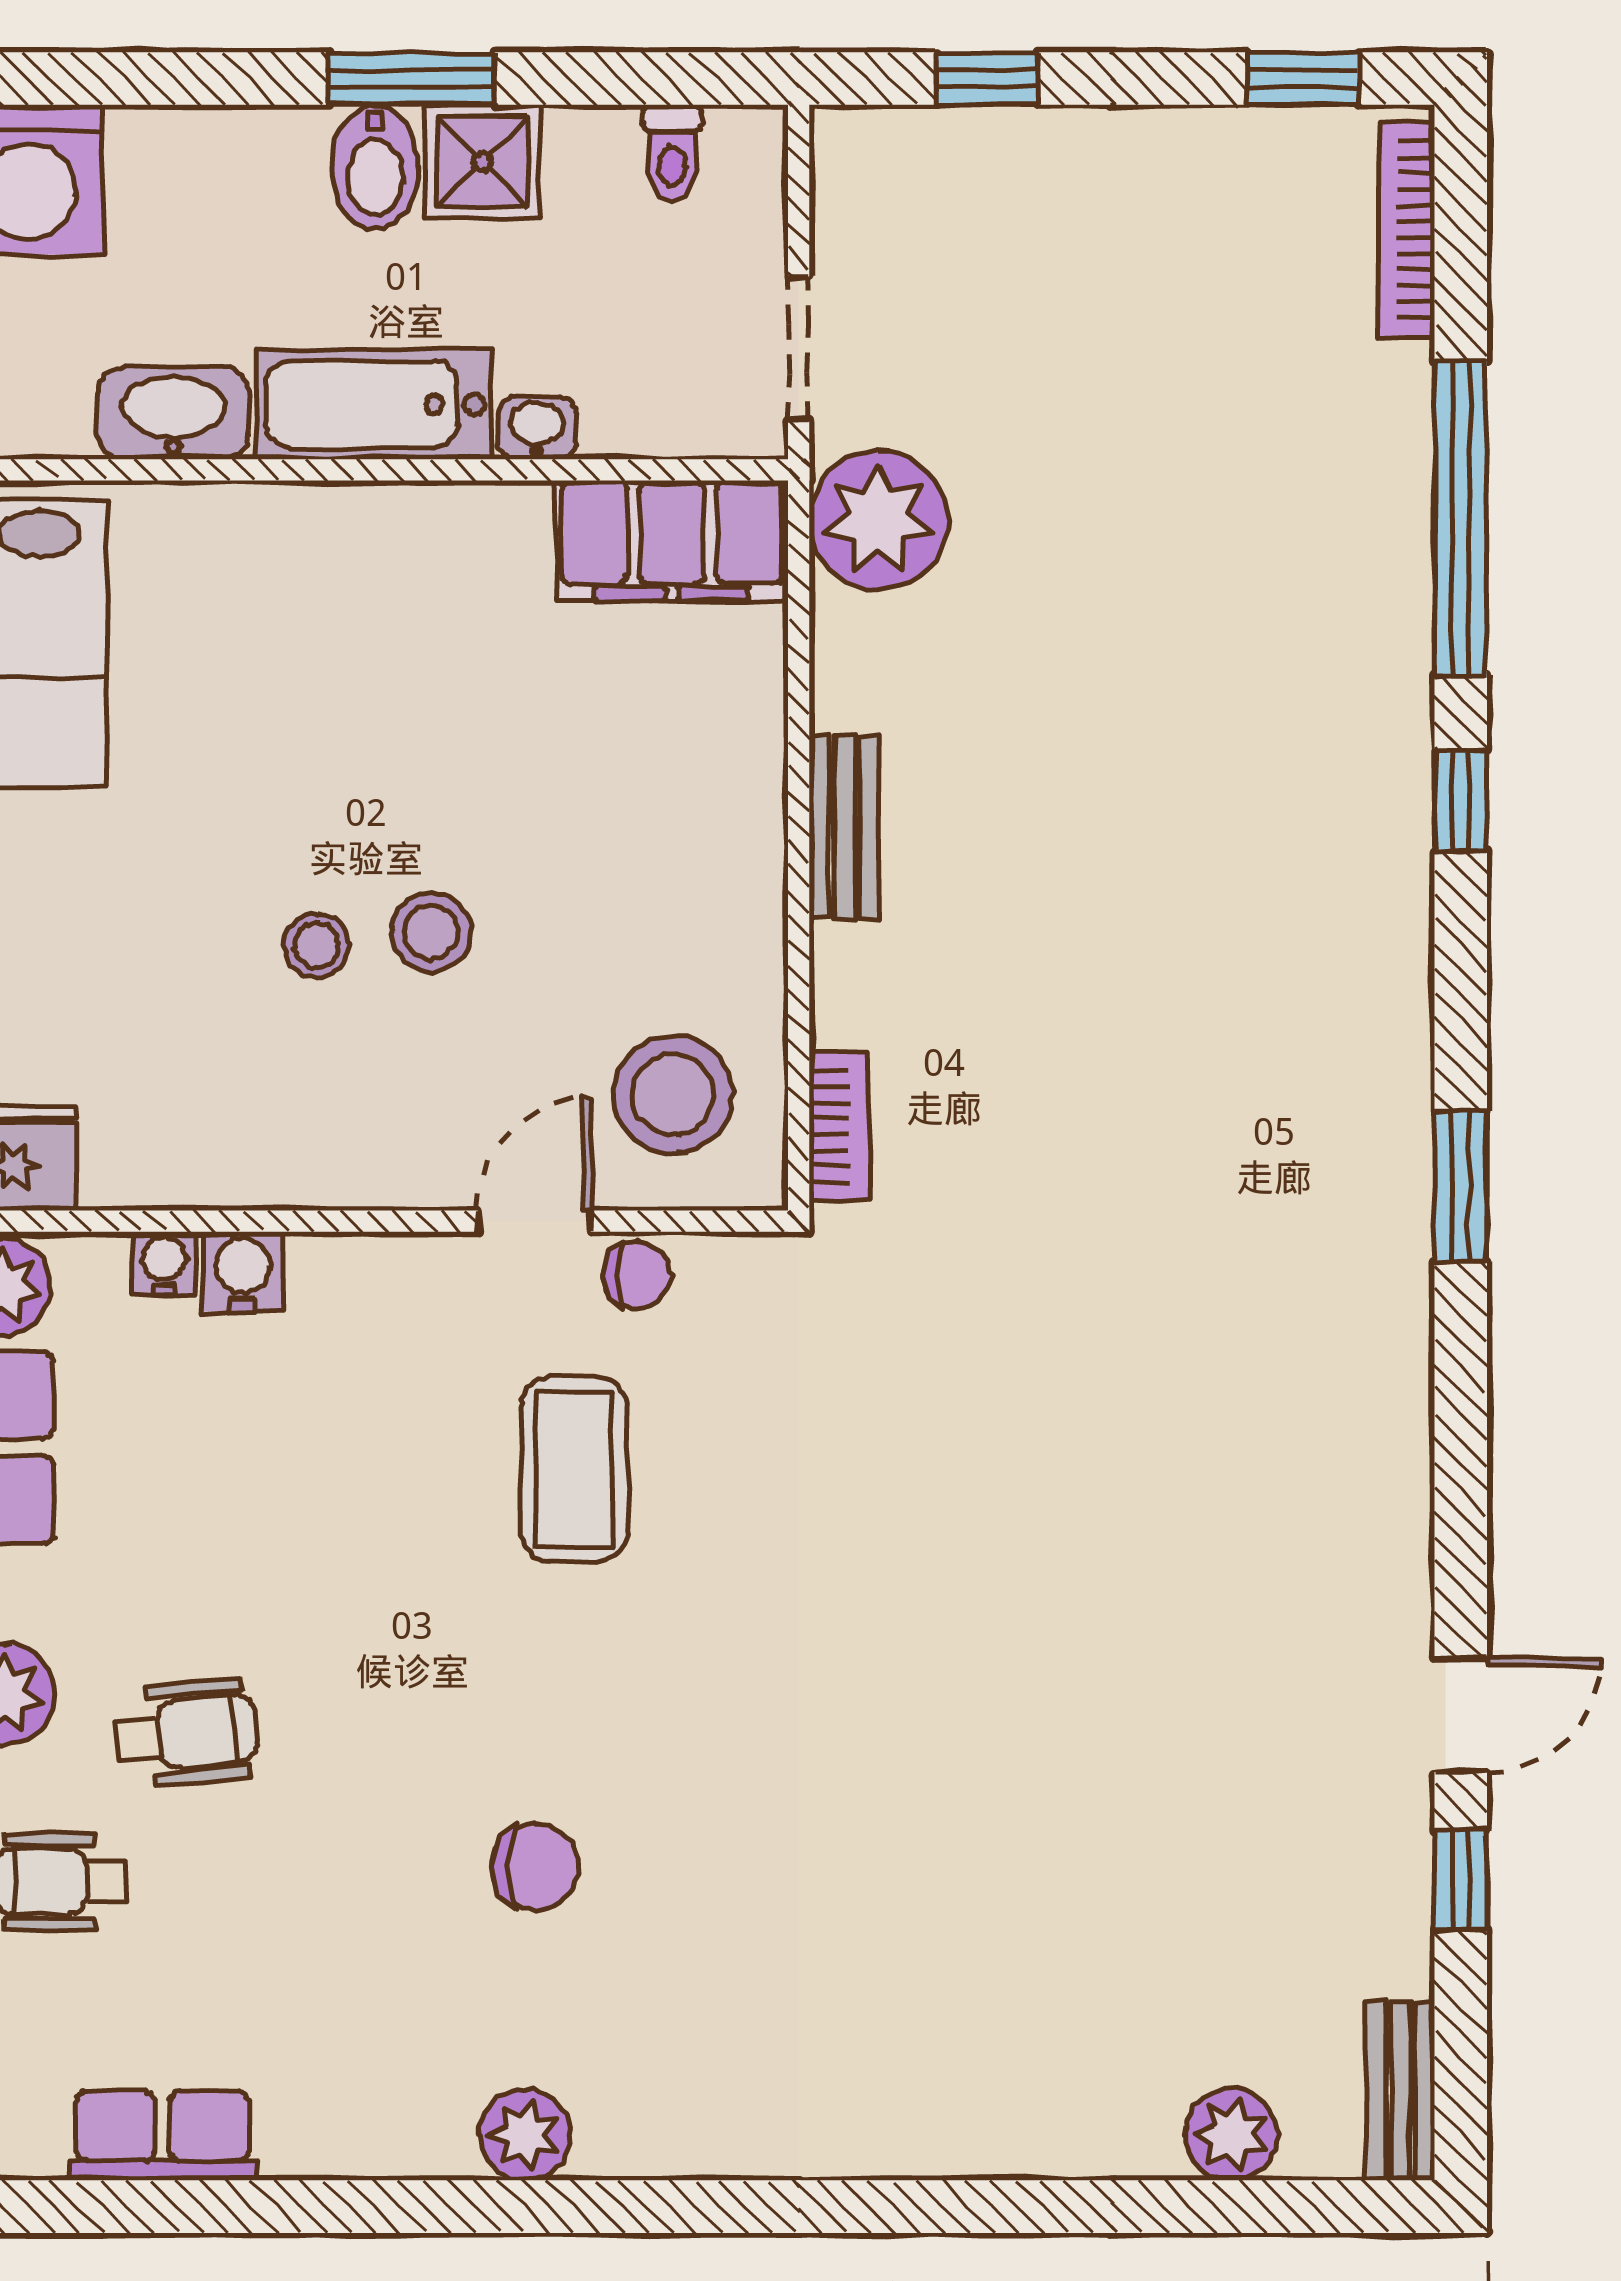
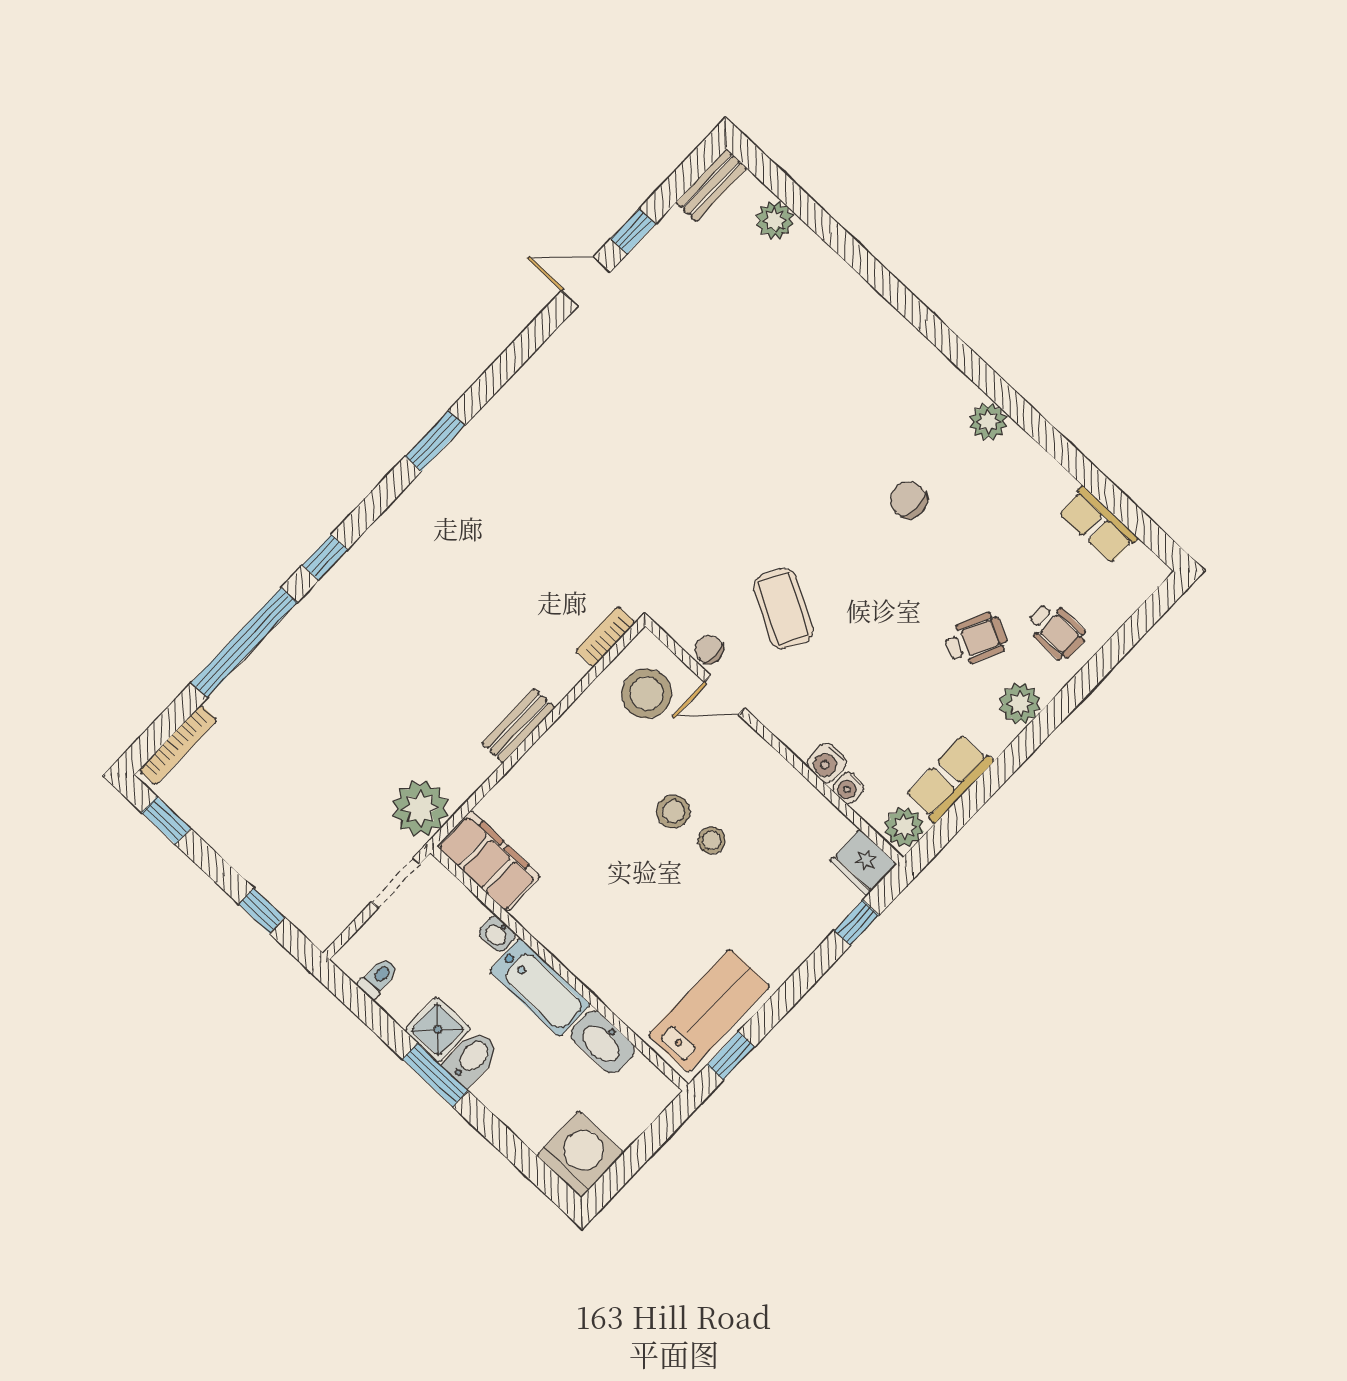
coffee table: (574, 1469) -> (783, 609), turned -61
wheelchair: (187, 1733) -> (976, 640), turned 121

